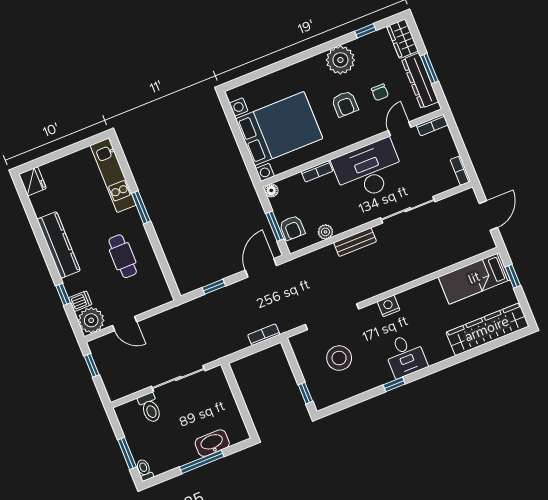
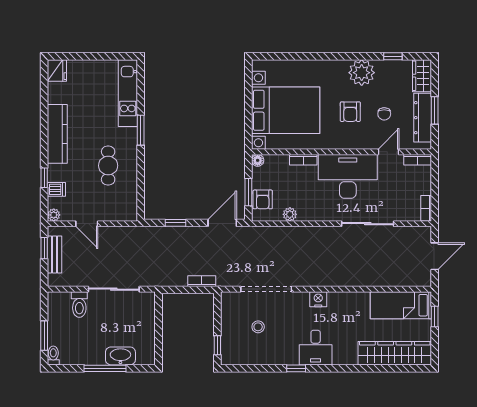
bench: (355, 242) -> (54, 255), moved, turned 90
plant: (91, 320) -> (54, 215), width x0.53, depth x0.53
stool: (339, 358) -> (258, 327), width x0.53, depth x0.53

